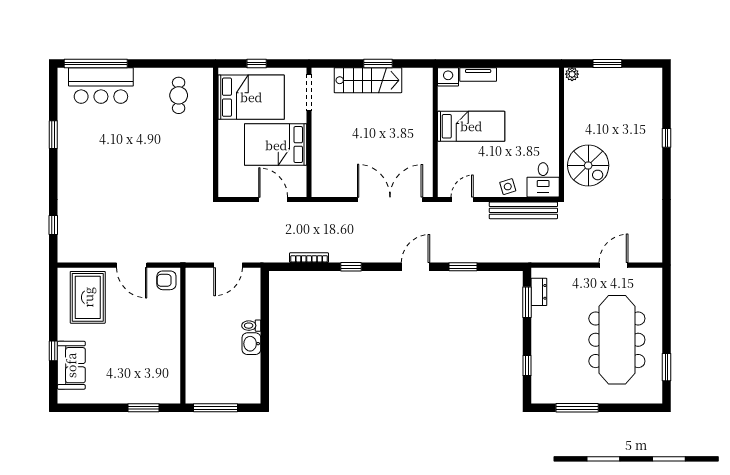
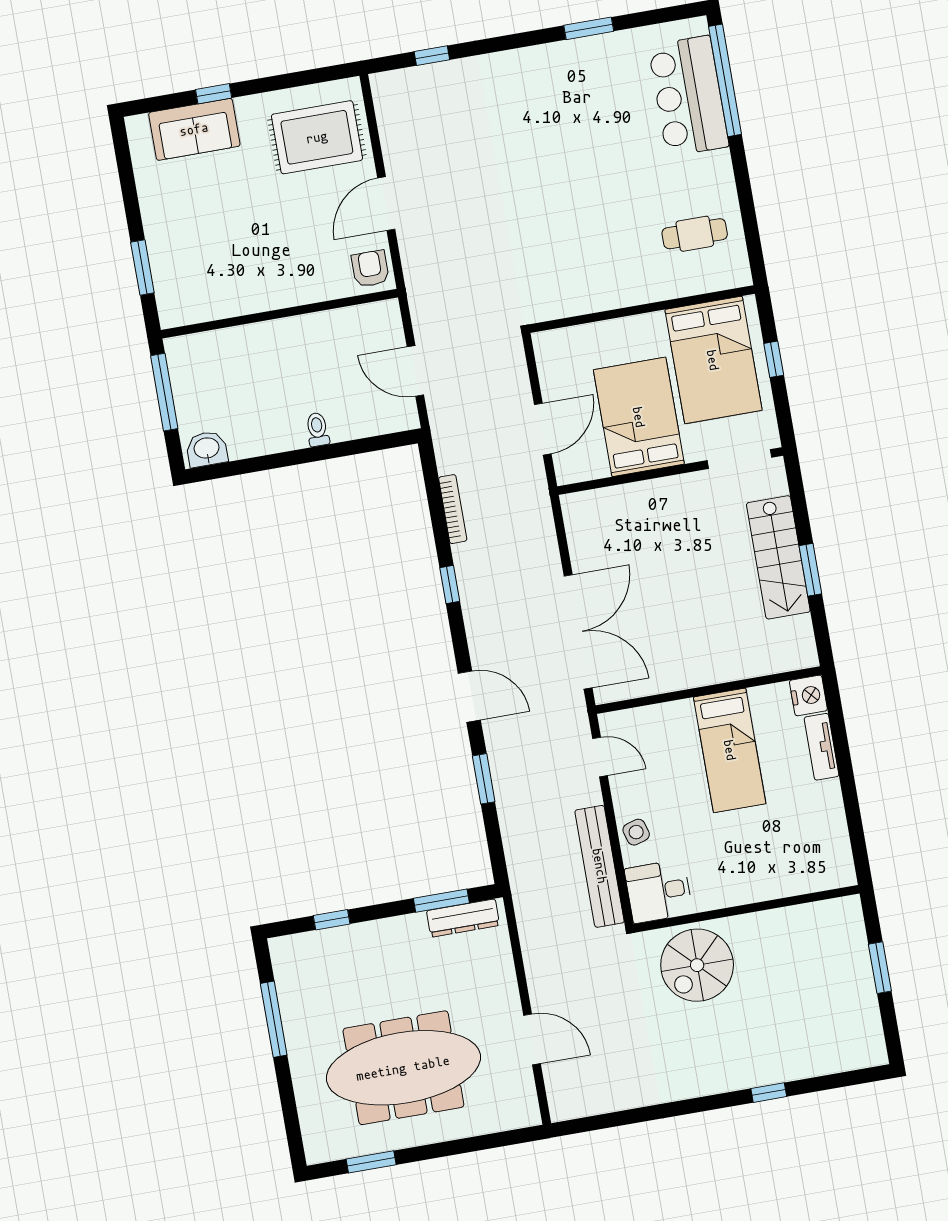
plant: (572, 74) -> (850, 910), removed
dresser: (539, 292) -> (463, 918), width x1.44
washbasin: (251, 344) -> (207, 449), moved

